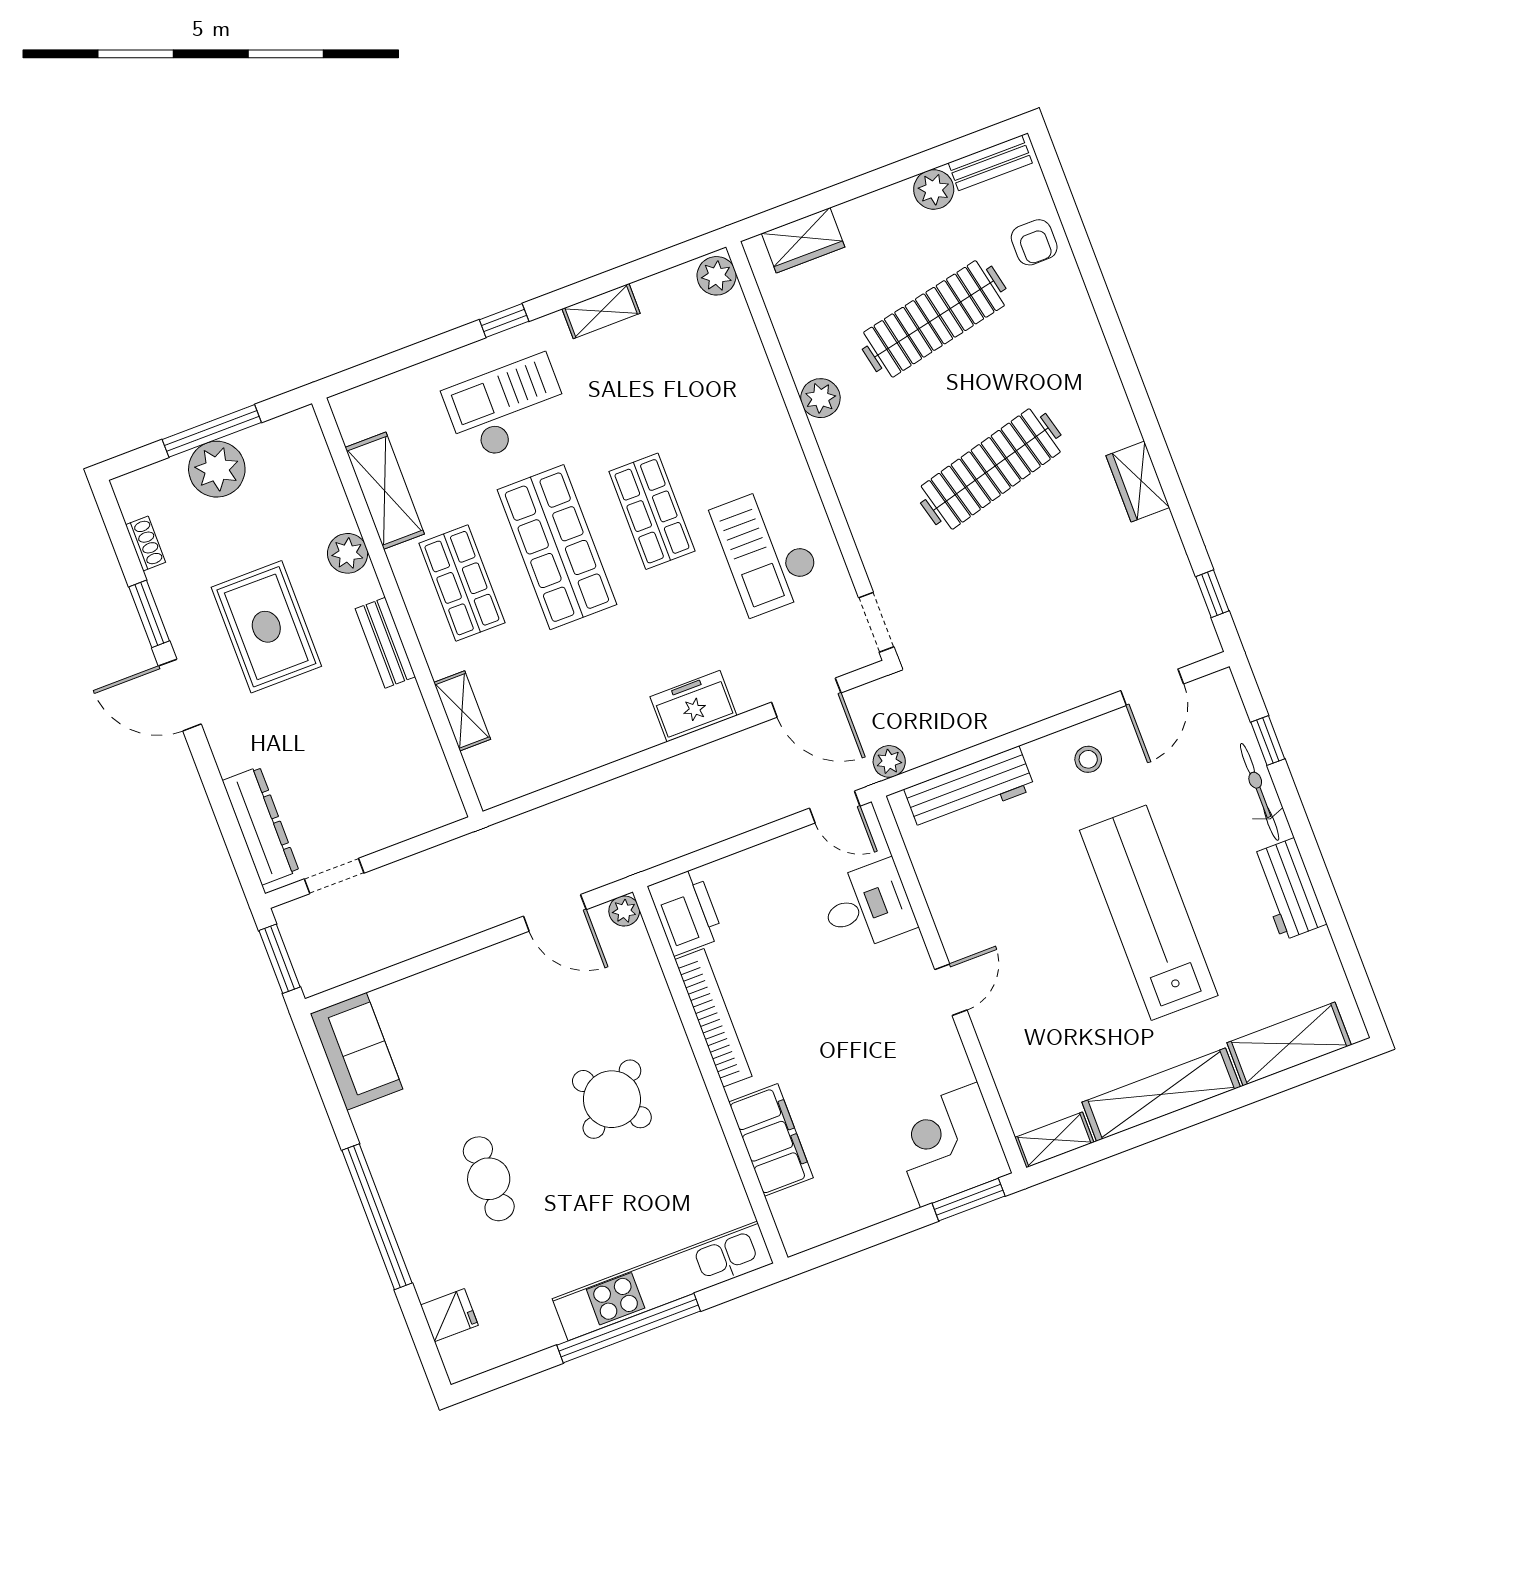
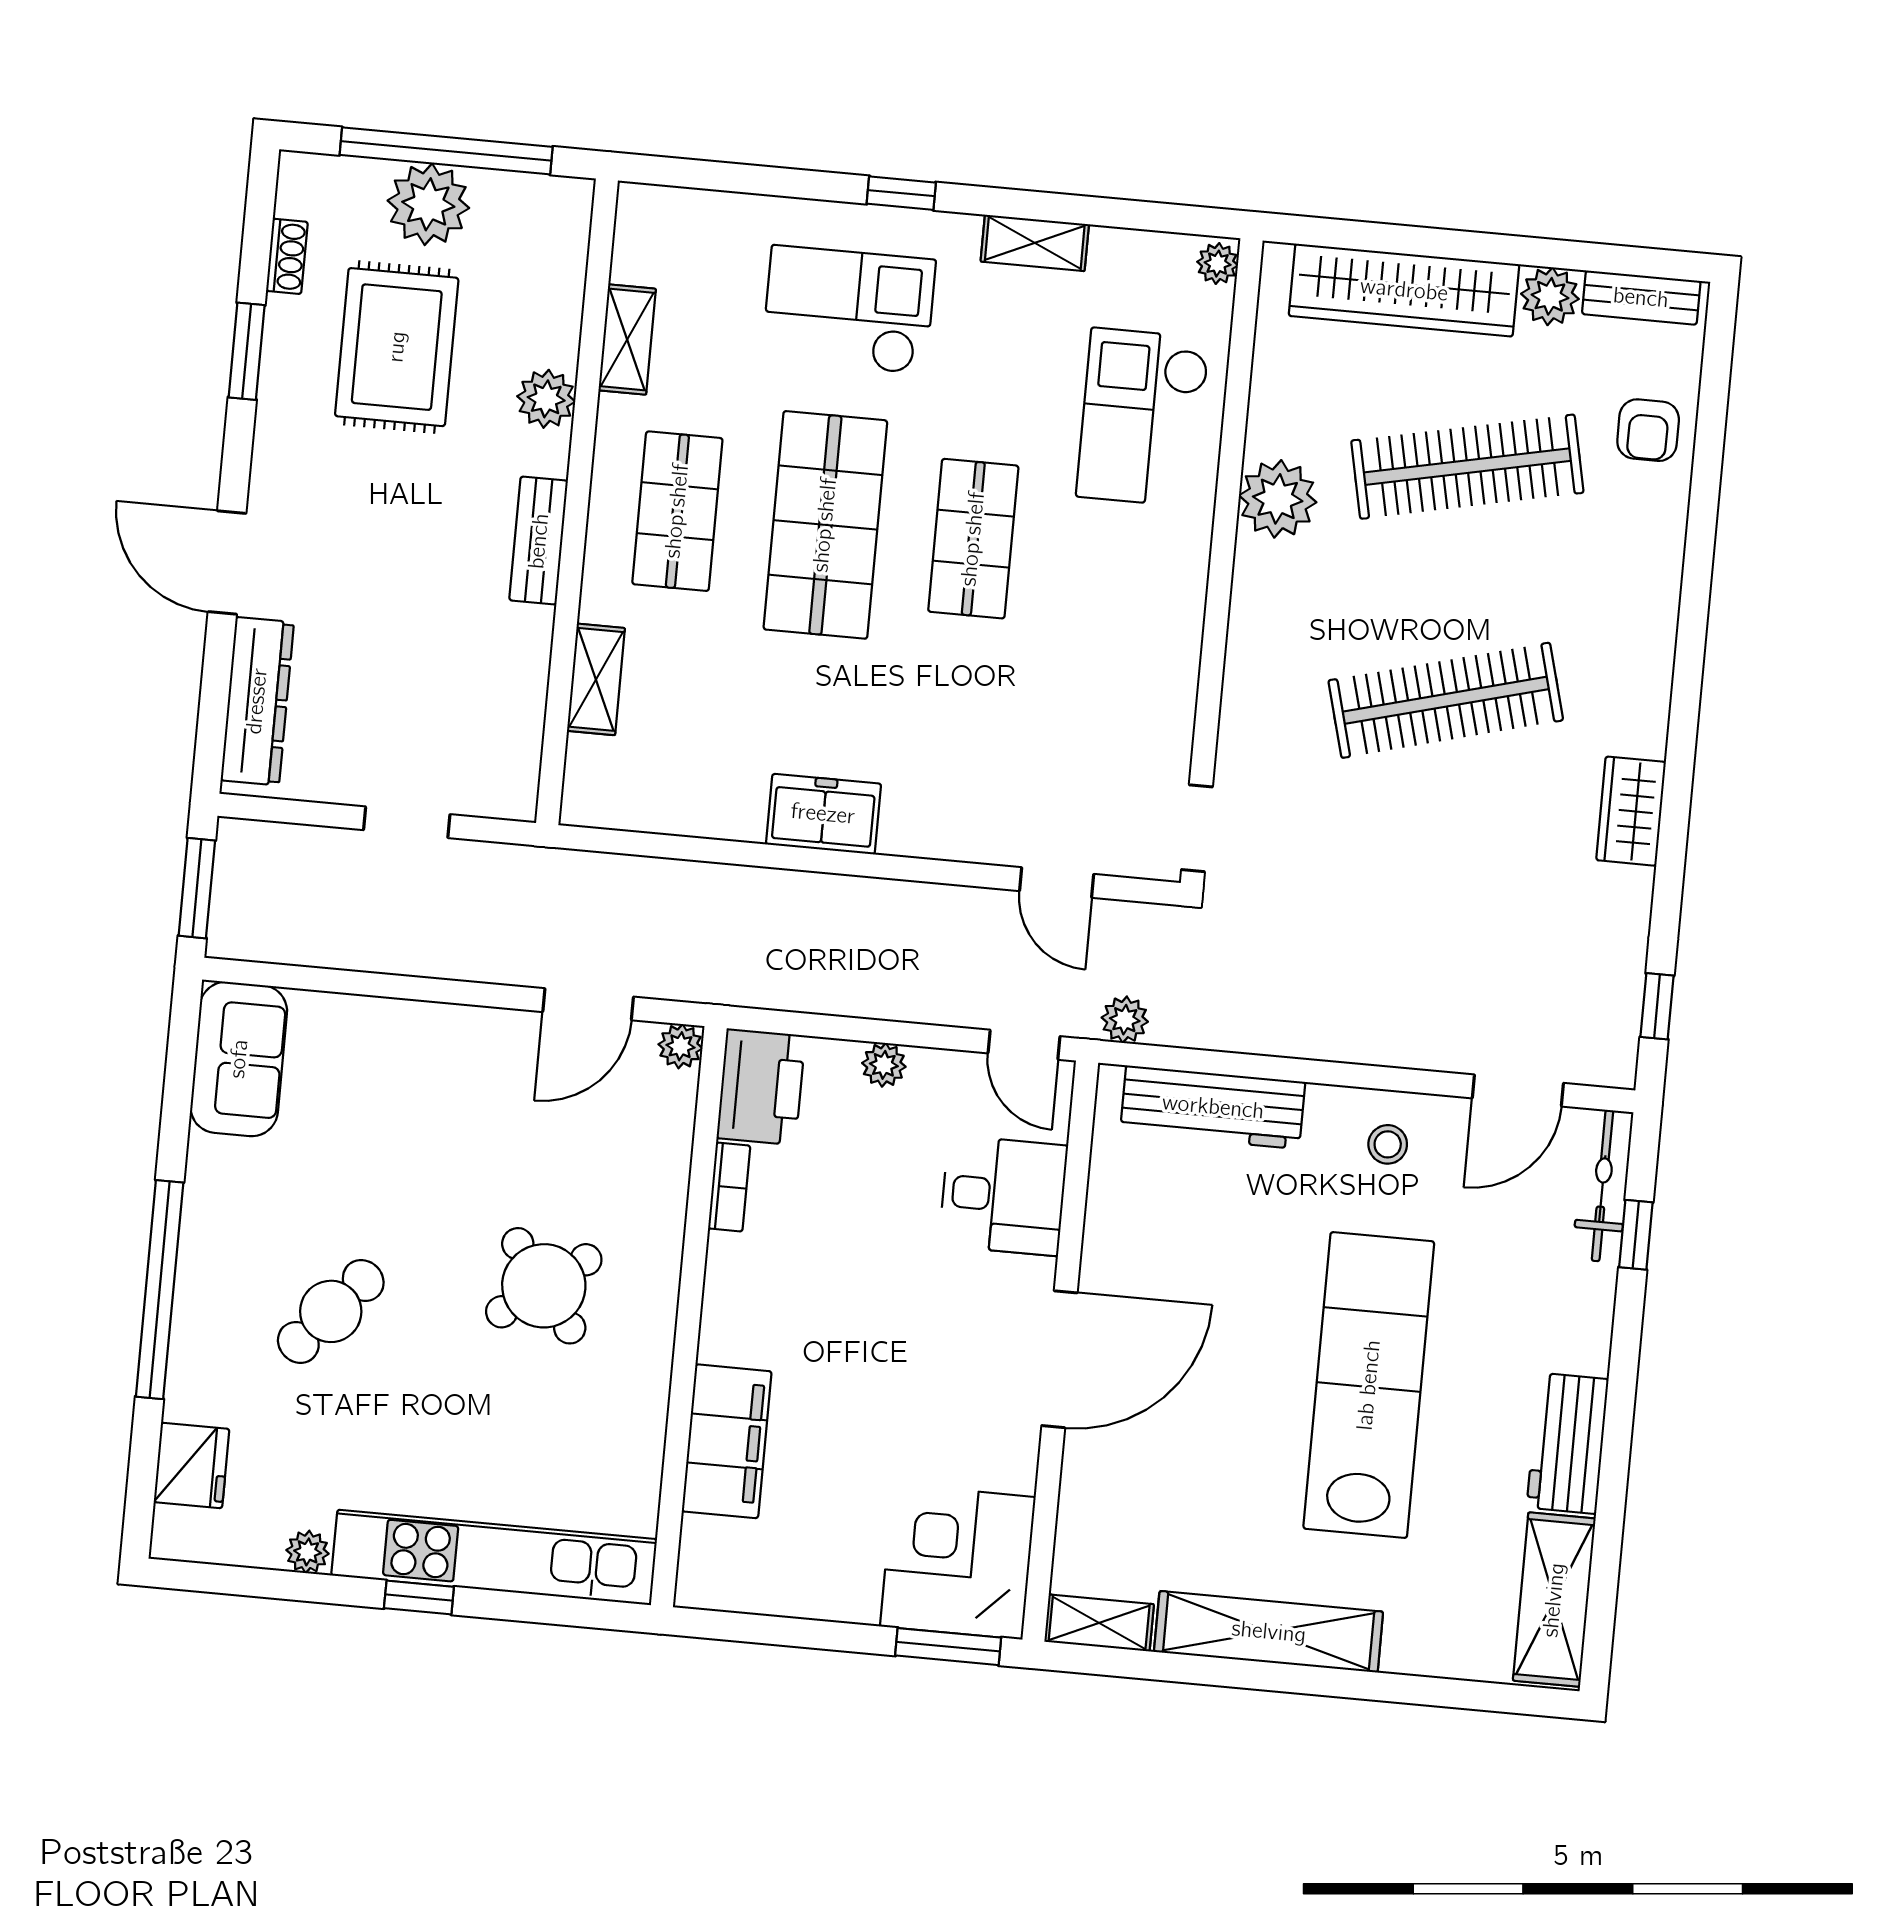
wardrobe: (803, 240) -> (1404, 290), width x2.10, depth x1.17
plant: (717, 276) -> (1218, 264), width x0.73, depth x0.73
plant: (820, 398) -> (1278, 499), width x1.36, depth x1.36
window: (212, 431) -> (446, 151), width x1.46
shelving: (385, 491) -> (627, 340), width x0.67, depth x0.75
checkout: (767, 550) -> (1143, 417), moved
rug: (266, 627) -> (397, 347), moved
door: (180, 695) -> (227, 562), moved
door: (806, 698) -> (1057, 882), width x0.73
freezer: (693, 706) -> (823, 814), moved
bicycle: (1260, 792) -> (1602, 1186), moved
plant: (755, 861) -> (884, 1065), added
doorway: (334, 876) -> (407, 822), moved
door: (555, 913) -> (588, 1004), hinge flipped
door: (951, 990) -> (1059, 1359), width x1.88
bookcase: (713, 1018) -> (729, 1187), width x0.43, depth x0.76
shelving: (1289, 1044) -> (1554, 1600), moved, turned 90
cafe table: (489, 1179) -> (331, 1311), turned 41
fridge: (449, 1315) -> (192, 1465), width x1.38
window: (629, 1328) -> (419, 1597), width x0.32
plant: (547, 1334) -> (308, 1552), added

